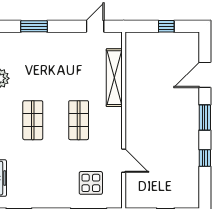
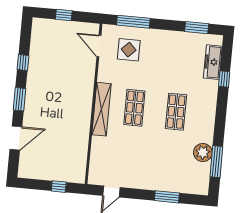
window: (166, 26) -> (59, 187), moved
shelving: (114, 78) -> (102, 109), moved
door: (124, 161) -> (99, 46), moved

